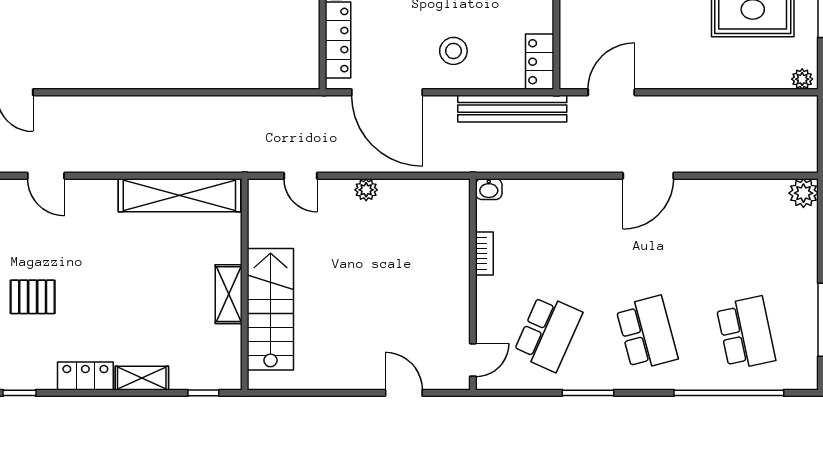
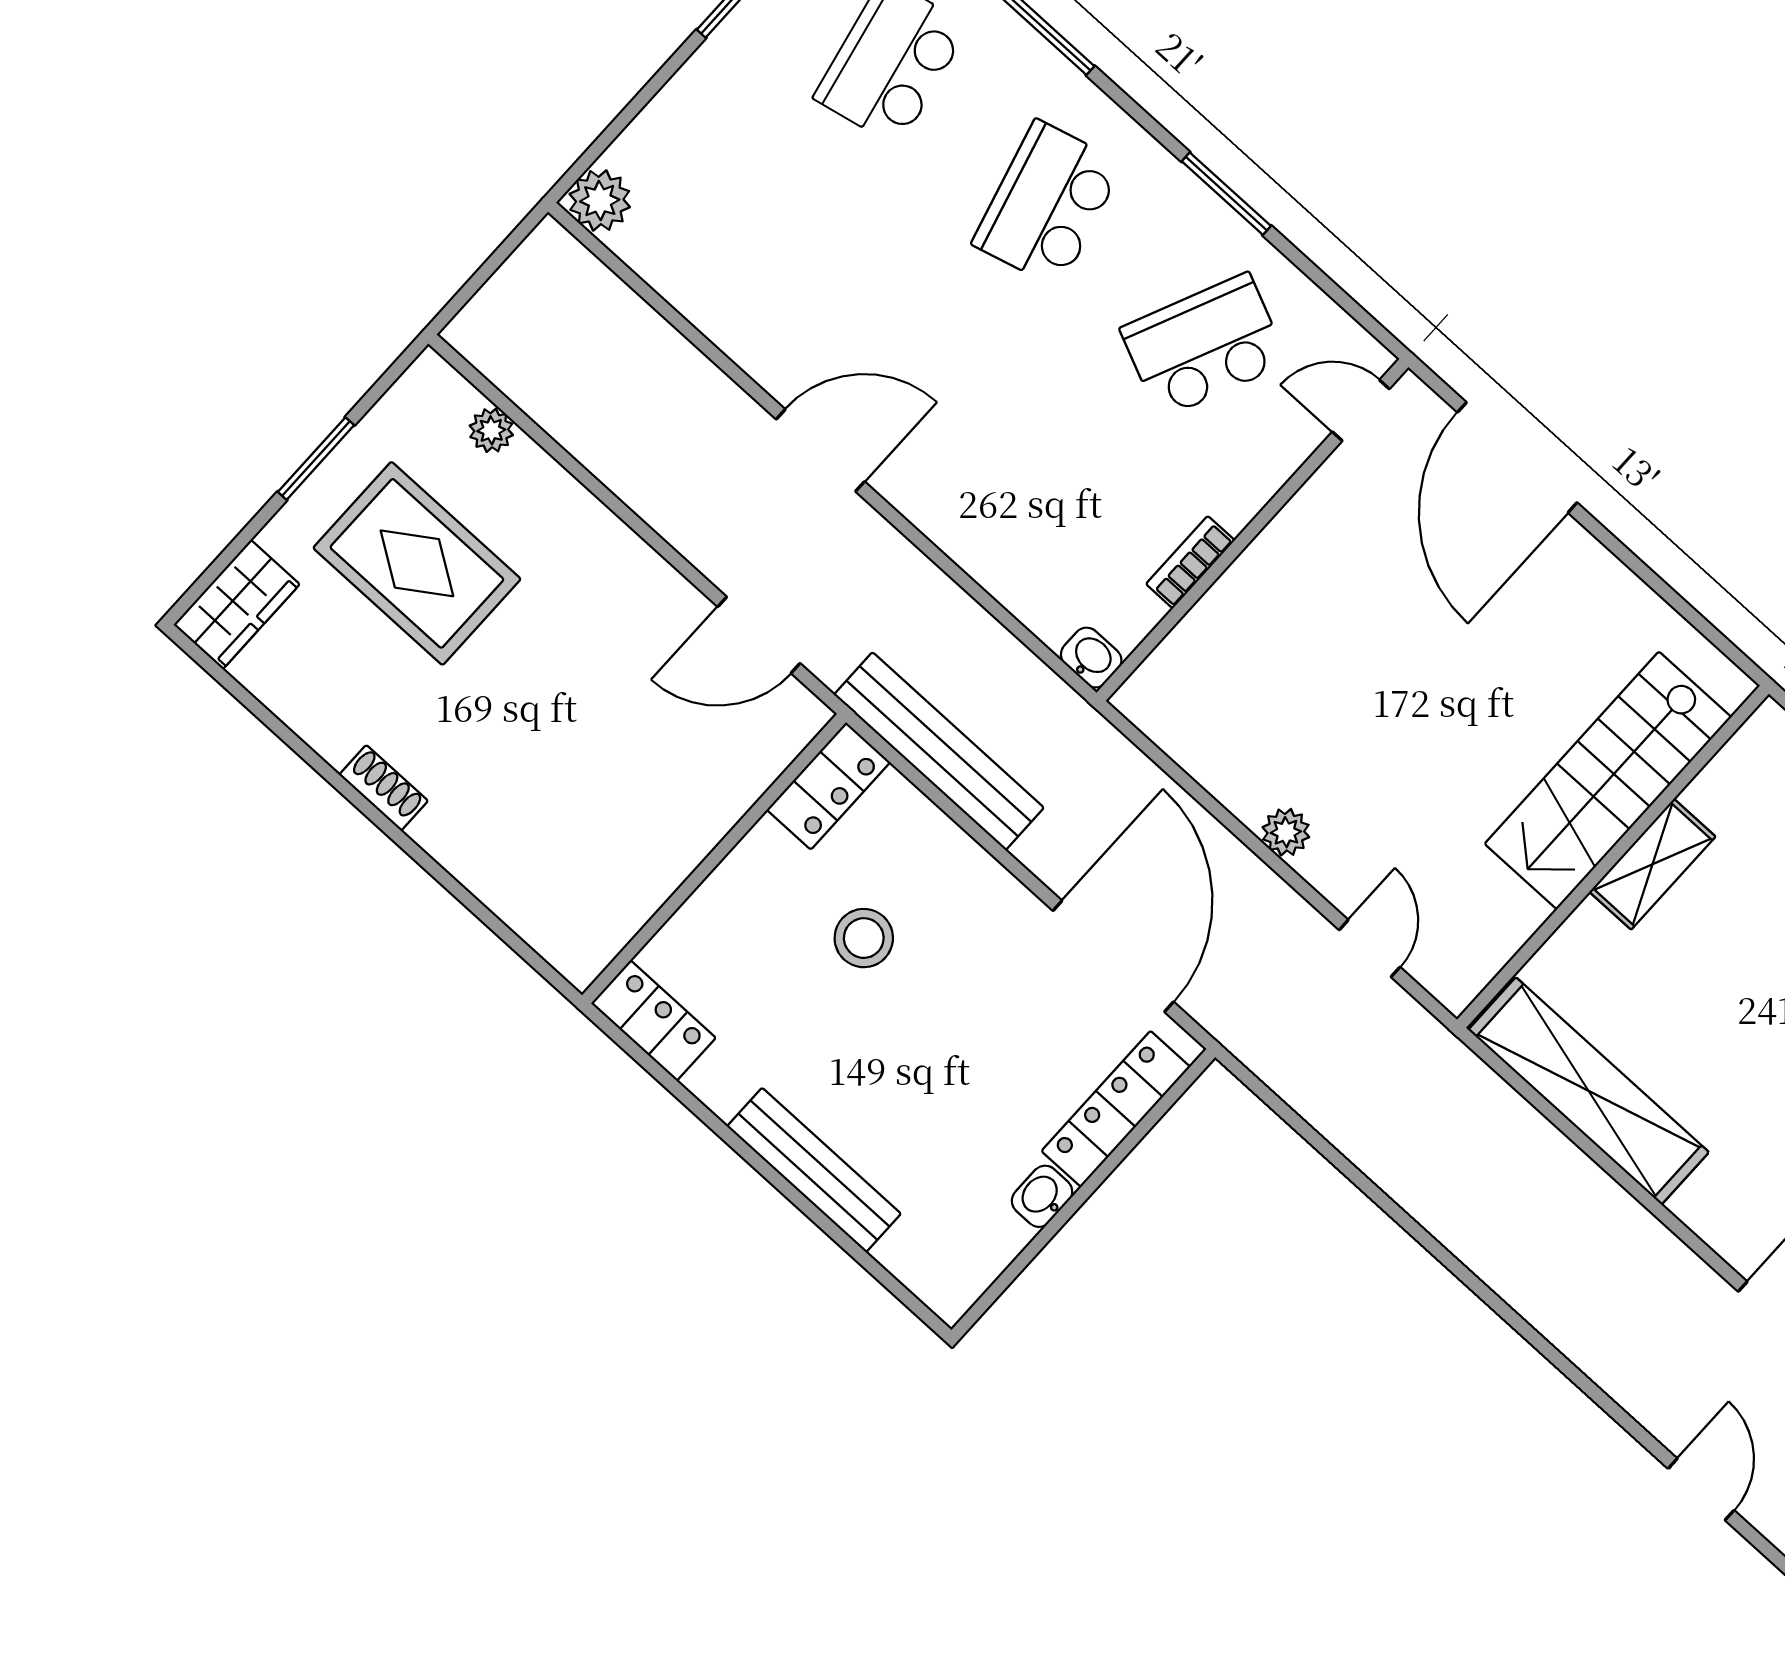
stool: (453, 51) -> (864, 938), moved
plant: (802, 79) -> (491, 430), moved
door: (404, 393) -> (1517, 457), width x1.87

